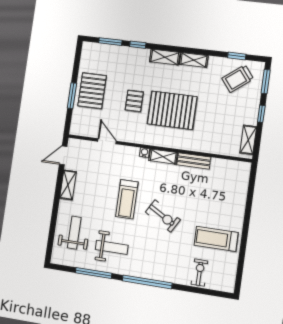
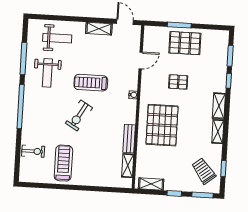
pallet: (172, 110) -> (162, 125), moved
shelving: (163, 157) -> (128, 166), moved

